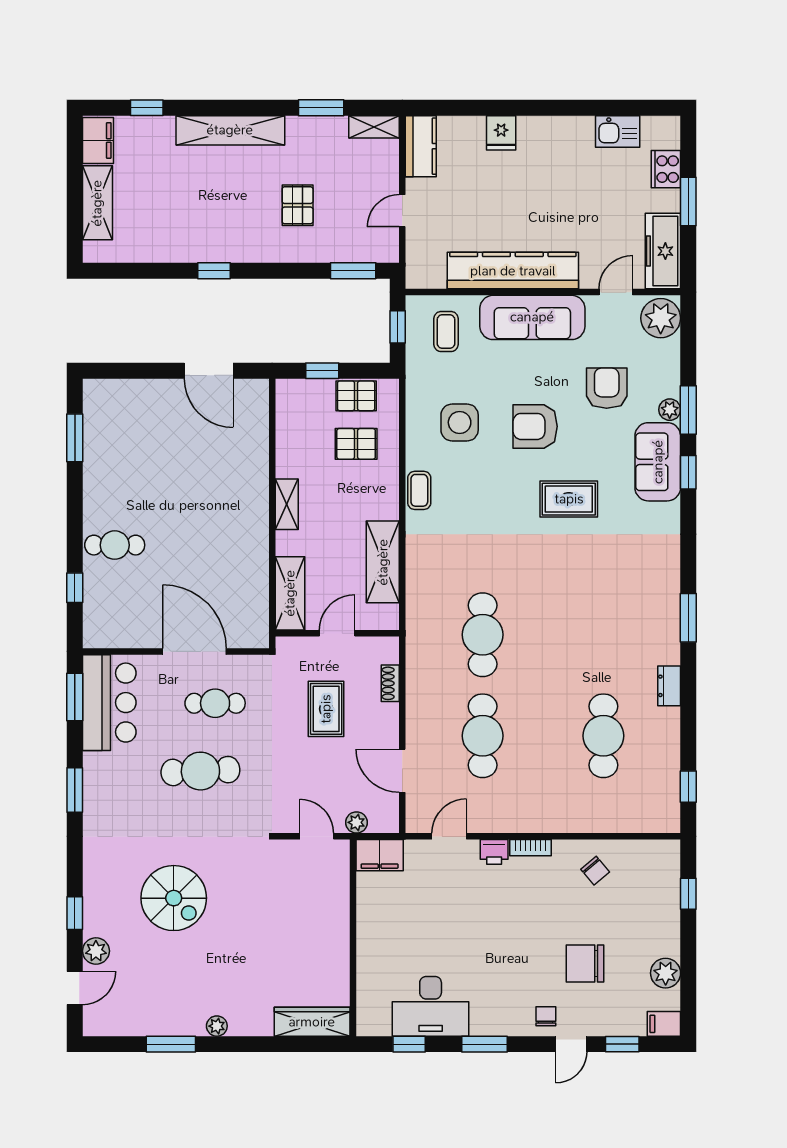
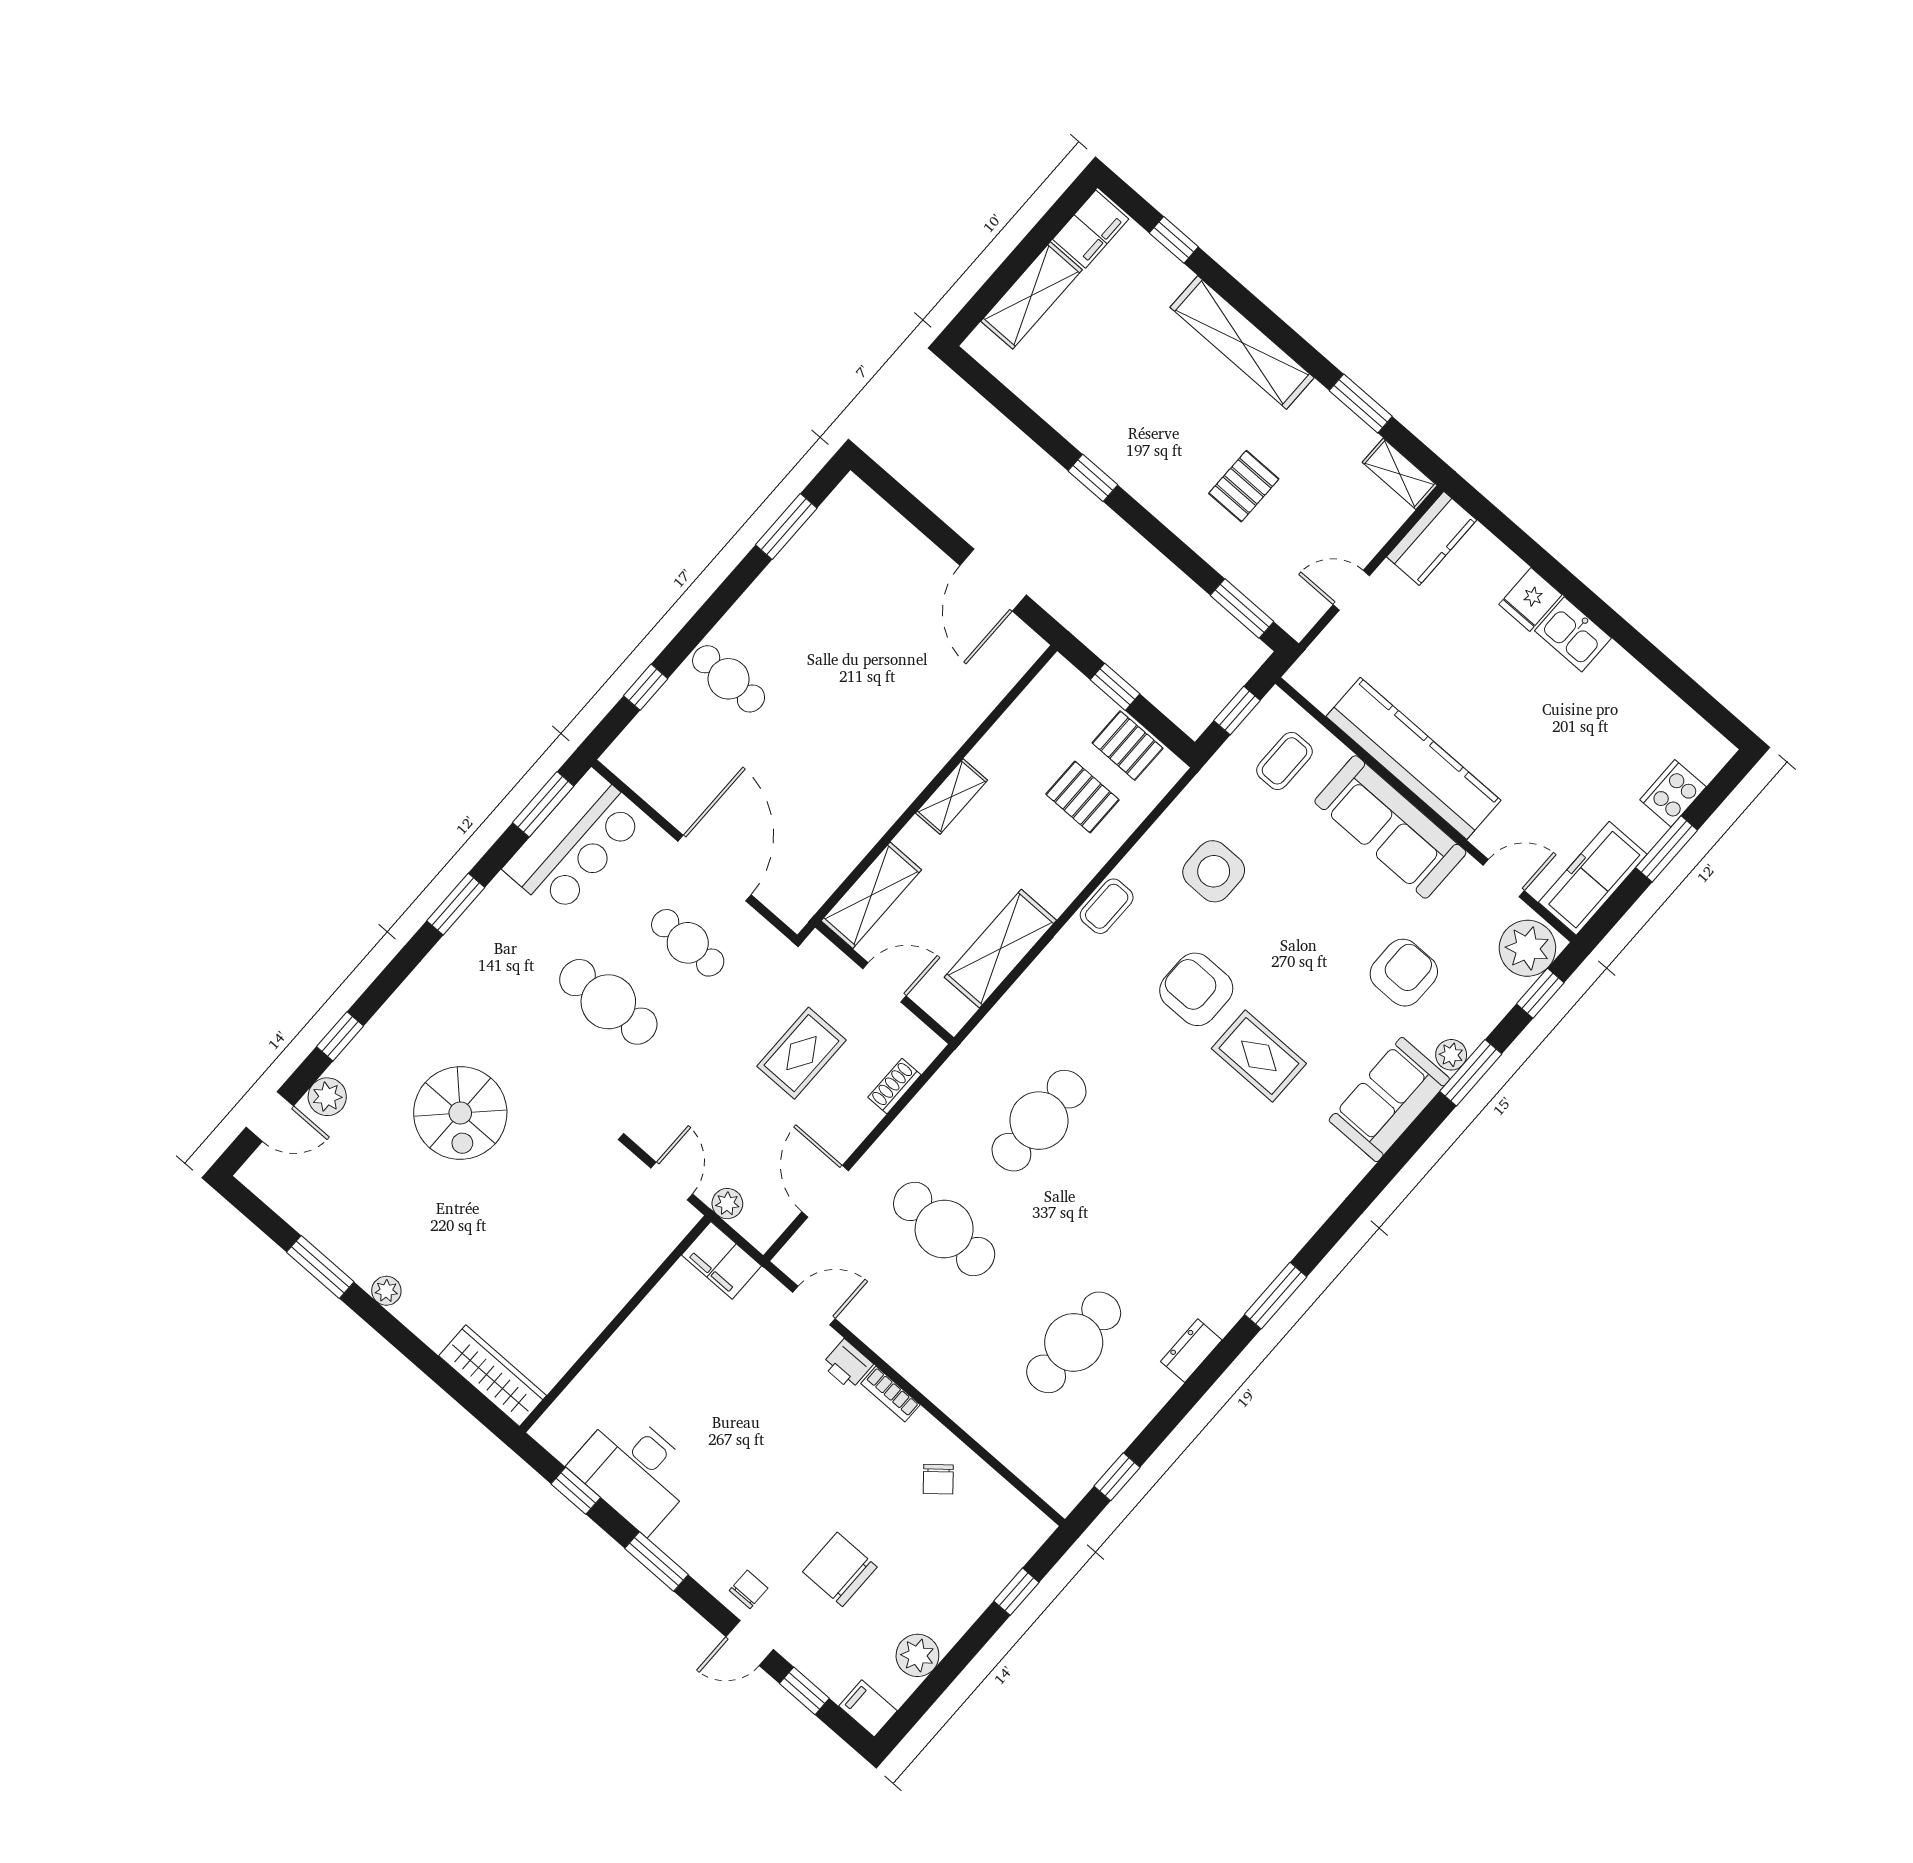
kitchen sink: (618, 131) -> (1573, 634), moved
armchair: (535, 426) -> (1196, 989), moved
window: (688, 472) -> (1540, 993), moved
cafe table: (483, 736) -> (944, 1229), turned 90

